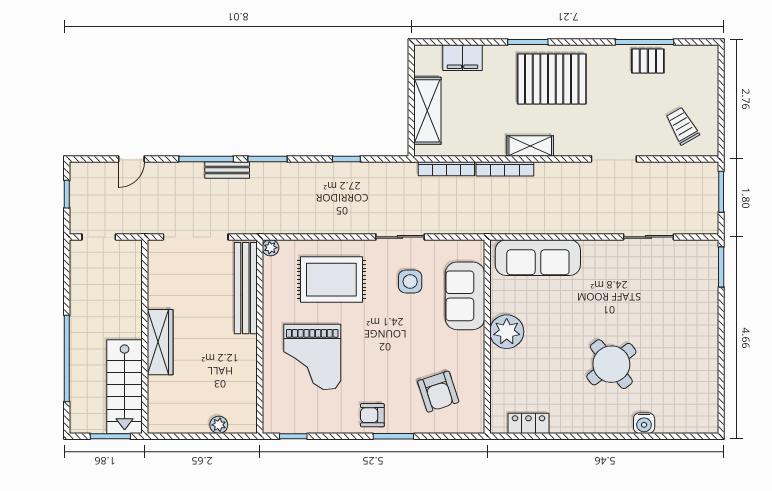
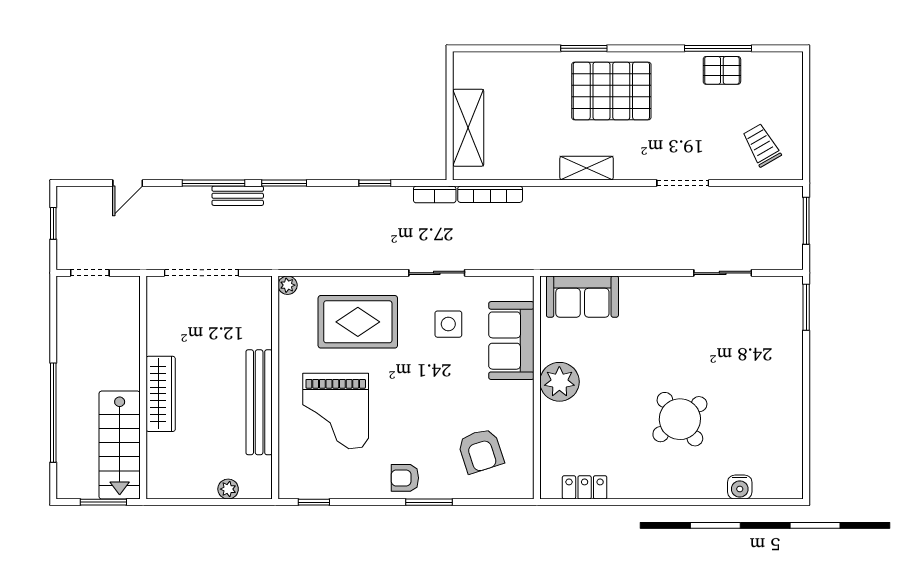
filing cabinet: (463, 58) -> (509, 66), removed
bookcase: (505, 169) -> (435, 194), moved, width x0.64
sofa: (538, 258) -> (582, 297), width x0.73
bench: (246, 288) -> (259, 402), moved
water cooler: (644, 423) -> (740, 487), moved

